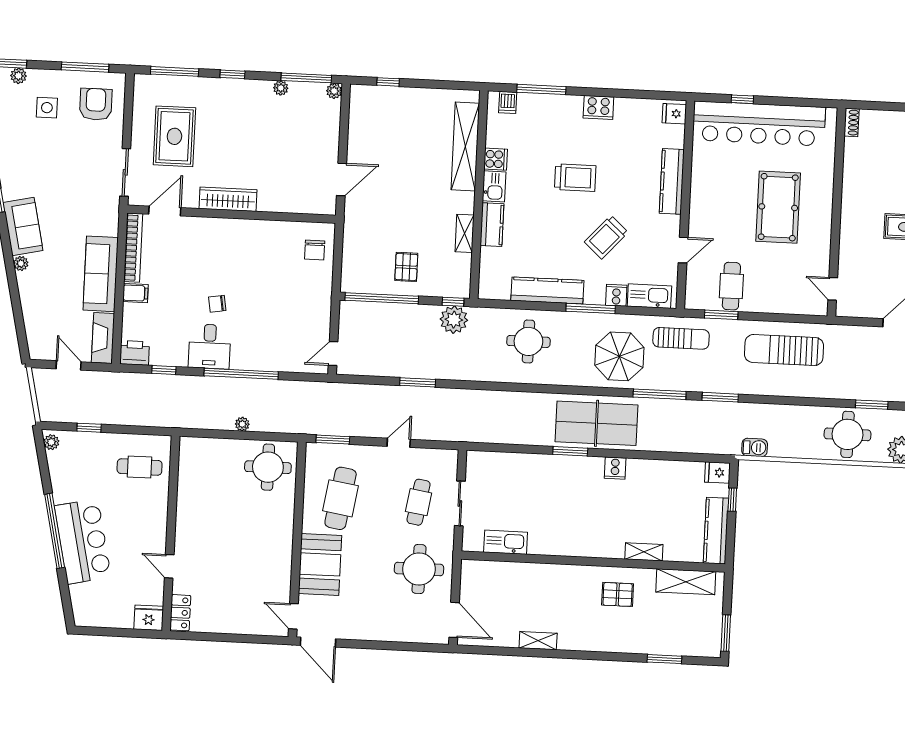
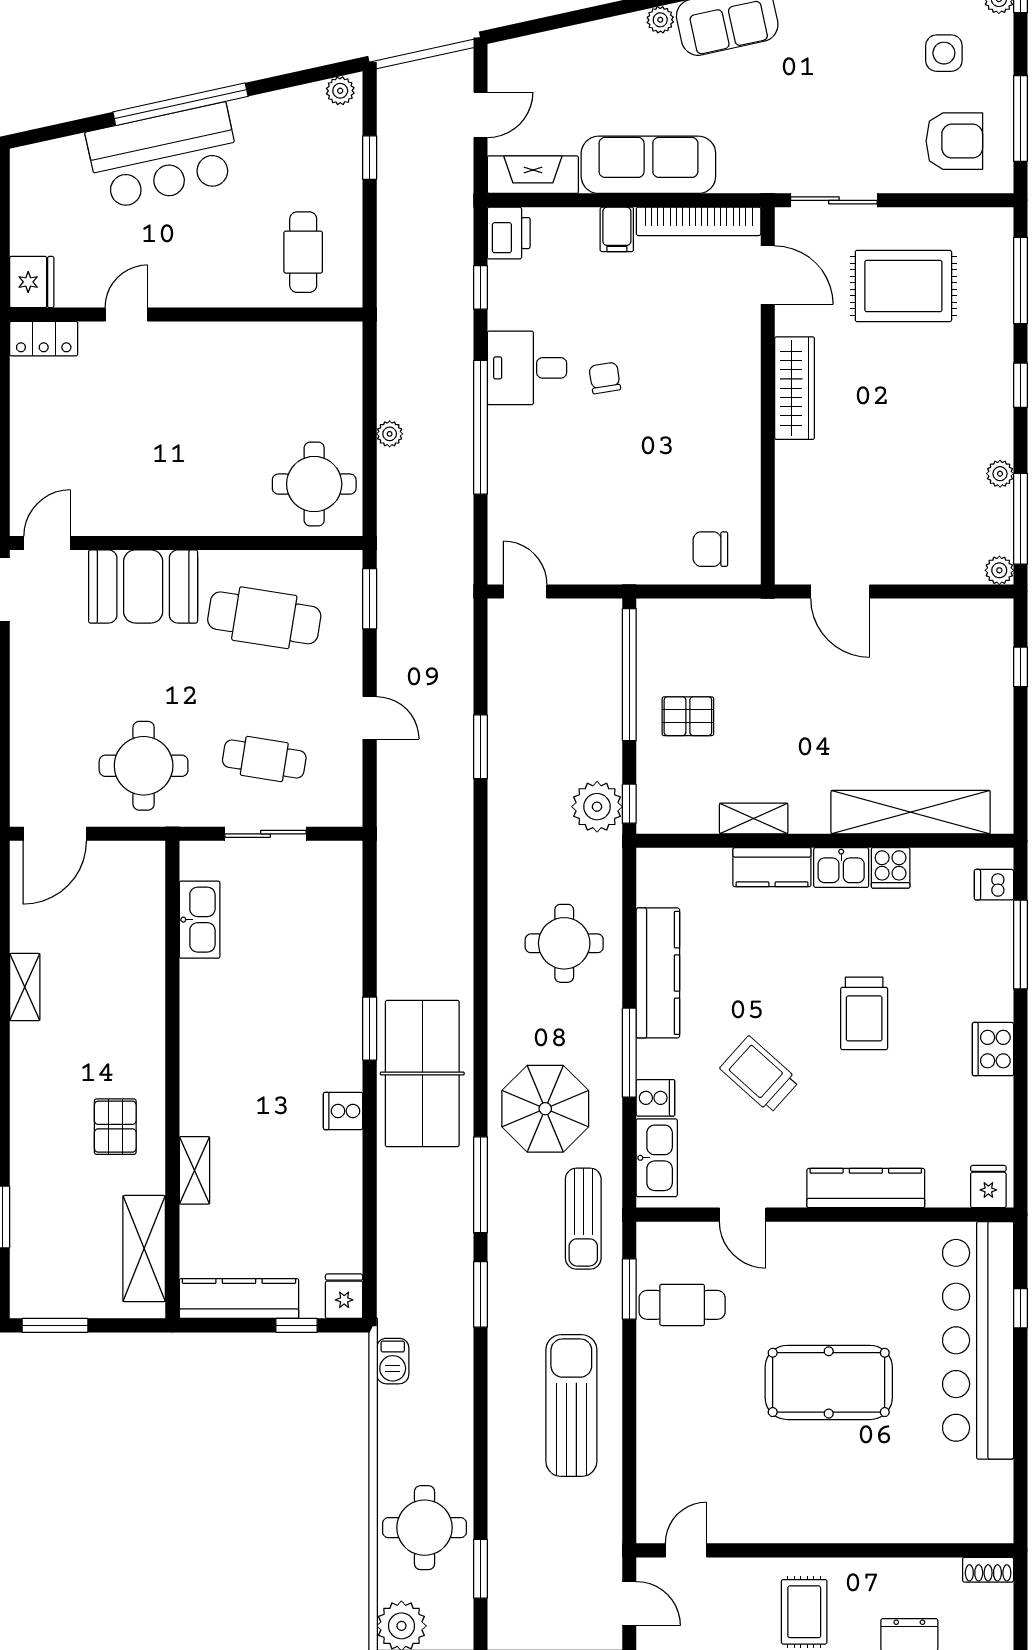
shoe rack: (852, 123) -> (988, 1570), moved
wall: (836, 212) -> (825, 1550), moved
door: (833, 289) -> (686, 1550), moved

